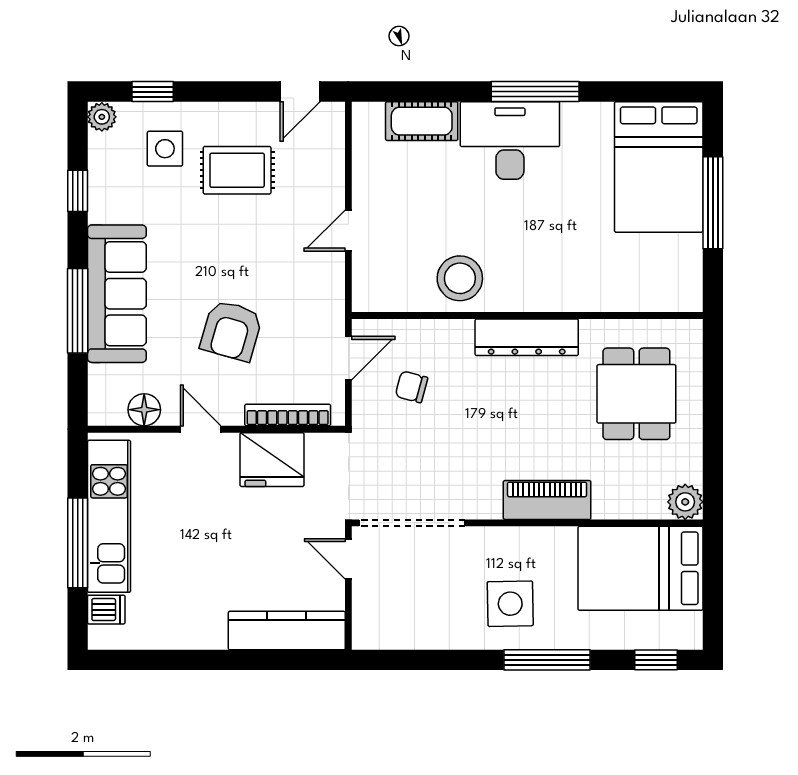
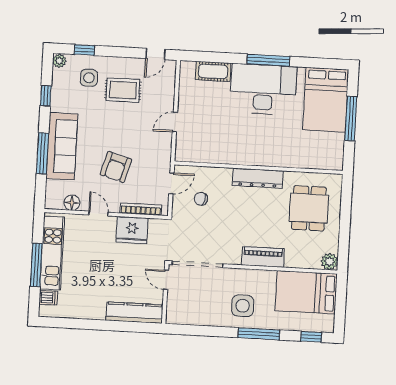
desk: (510, 140) -> (263, 89), width x1.36, depth x1.30
stool: (460, 278) -> (227, 148), removed

